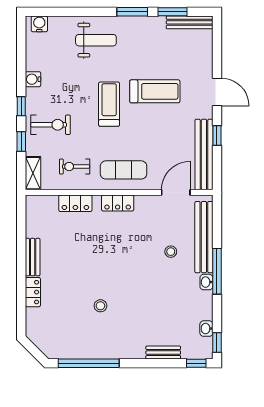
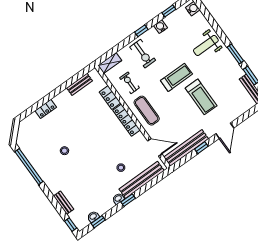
weight bench: (96, 40) -> (206, 45), turned 90
window: (21, 141) -> (169, 11), moved
locker: (118, 203) -> (127, 120), width x1.53
bench: (33, 257) -> (80, 84), moved
window: (217, 271) -> (128, 200), width x0.46
window: (217, 342) -> (98, 222), moved

